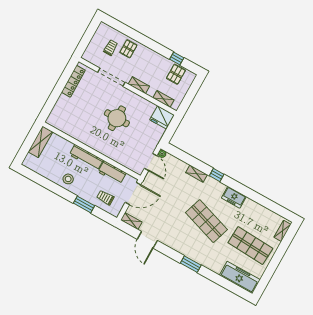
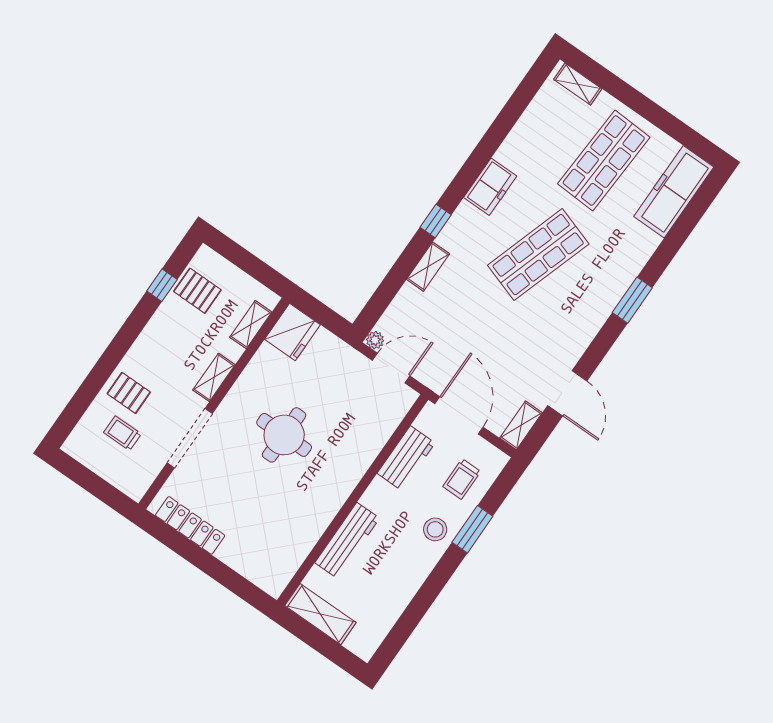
workbench: (86, 157) -> (347, 540), moved
stool: (68, 179) -> (435, 529), moved
door: (147, 240) -> (567, 393), hinge flipped

